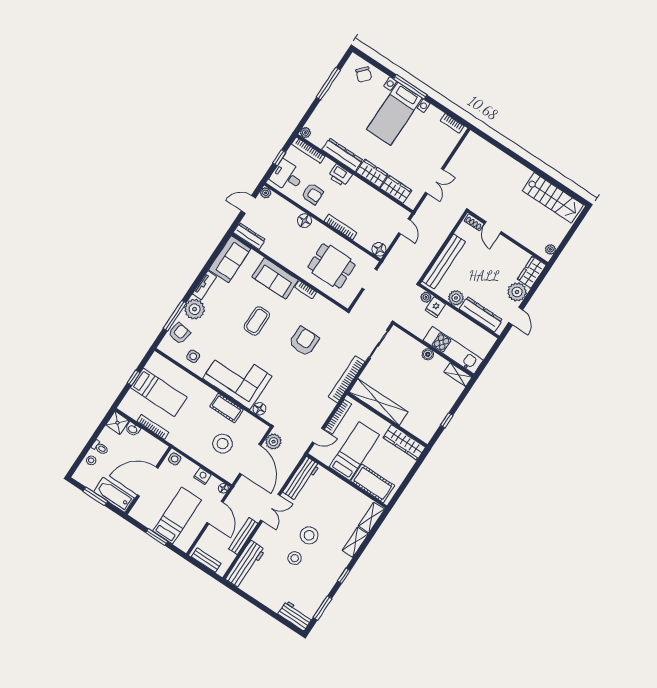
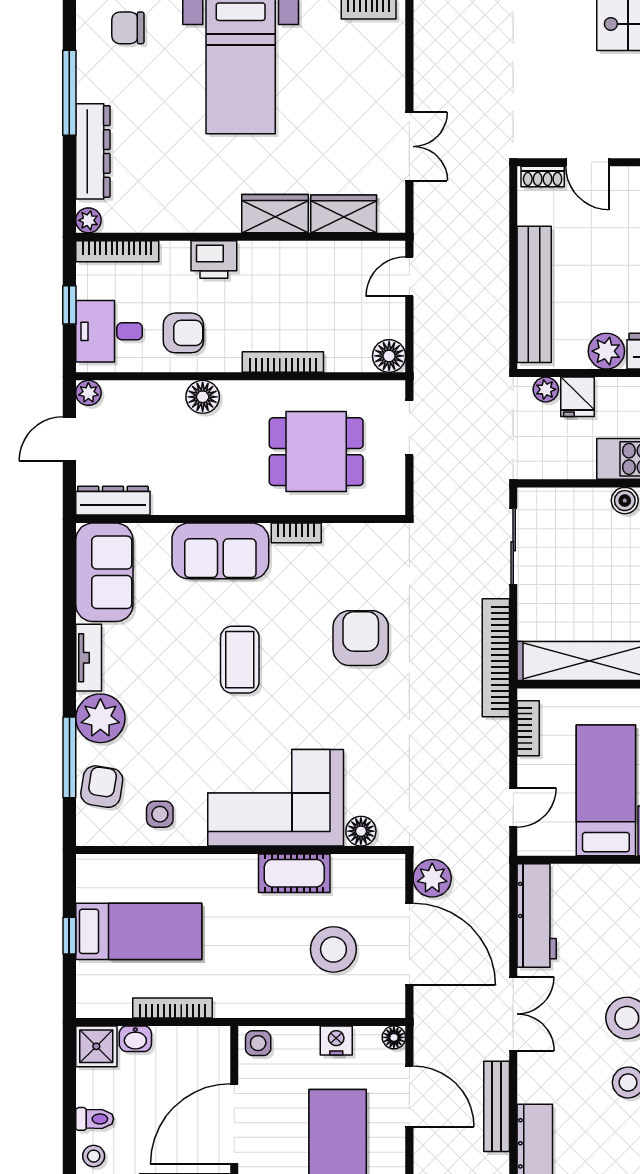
chair: (364, 75) -> (128, 28), turned 138
dresser: (342, 155) -> (93, 151), moved, turned 90
door: (404, 226) -> (409, 277), swing flipped
bookcase: (338, 417) -> (528, 728), width x0.64

